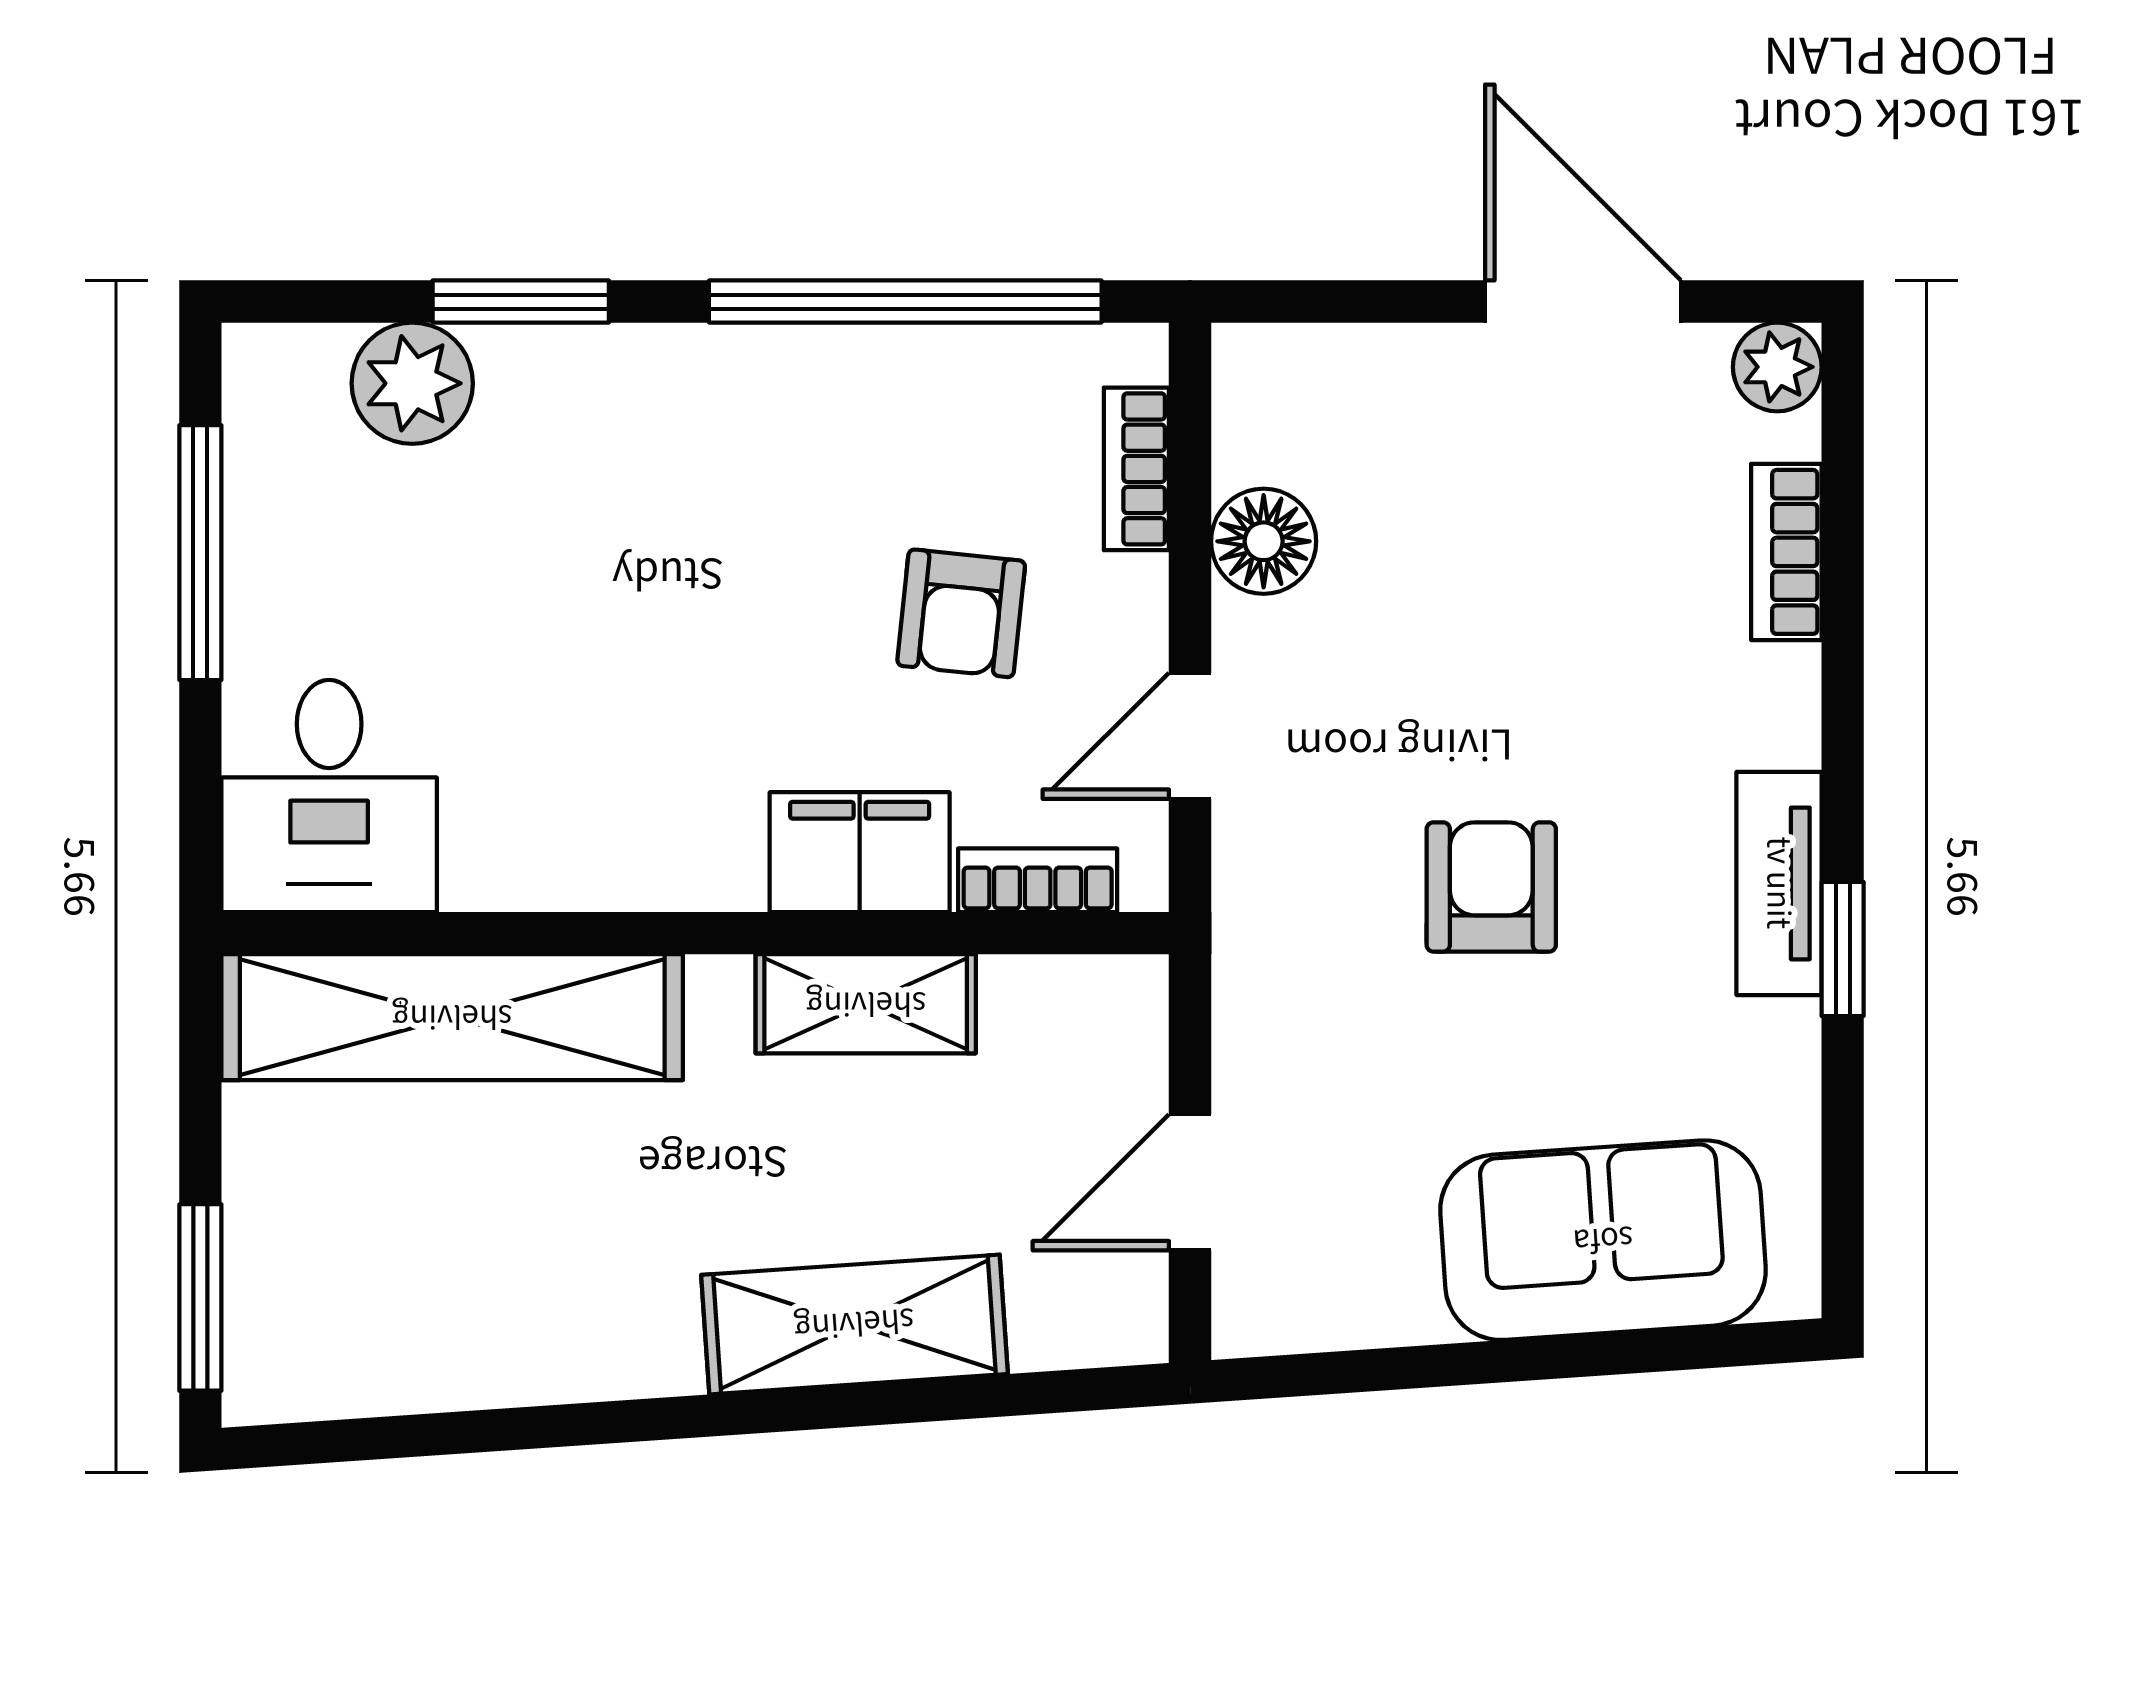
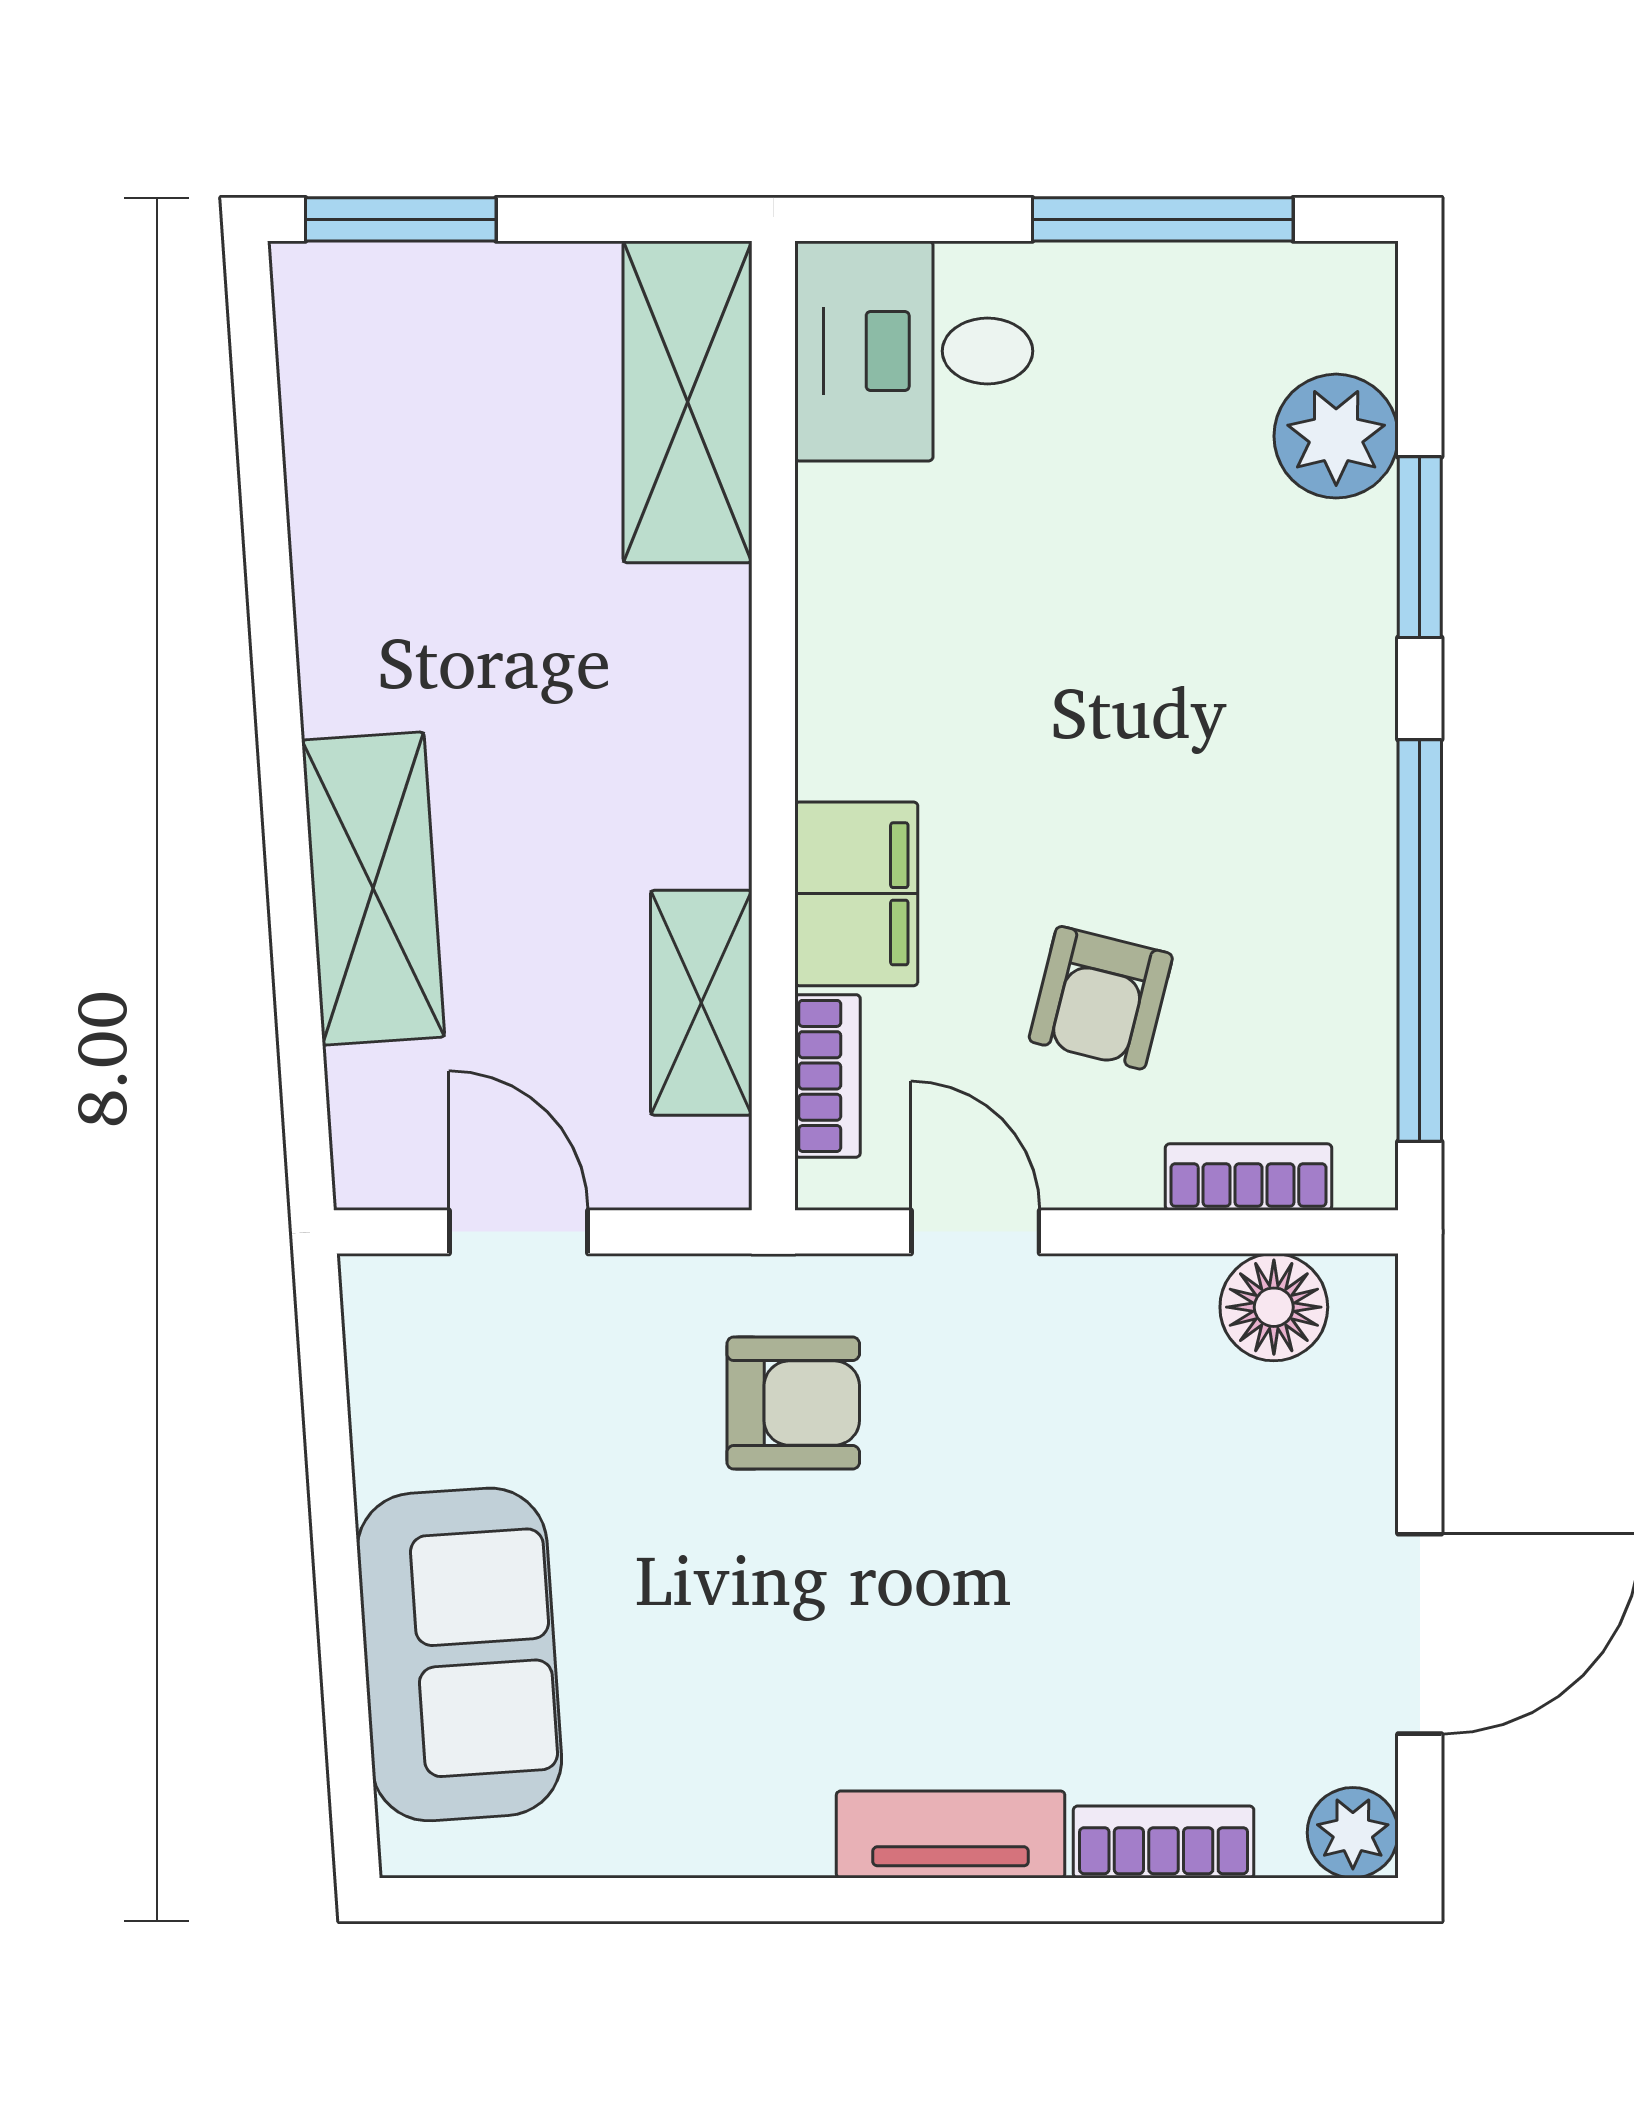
floor lamp: (1264, 541) -> (1274, 1307), moved
armchair: (961, 613) -> (1101, 998), turned -82
tv unit: (1779, 883) -> (951, 1834), moved
armchair: (1491, 887) -> (793, 1403), moved
window: (1843, 949) -> (757, 1900), removed
shelving: (866, 1004) -> (701, 1003), moved
shelving: (452, 1017) -> (688, 402), width x0.68

